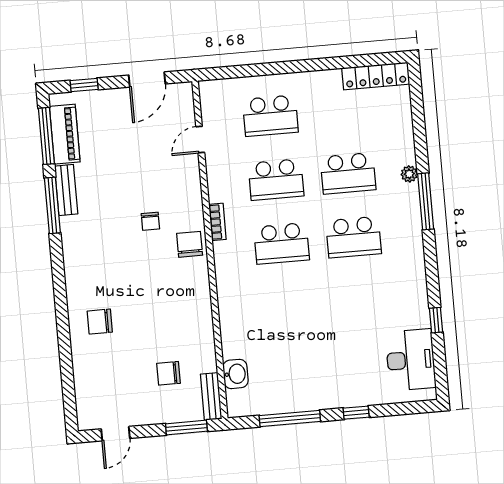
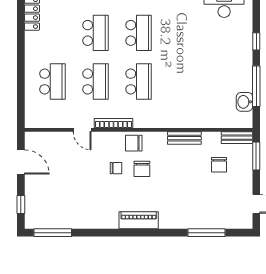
piano: (65, 134) -> (139, 220), moved
door: (200, 140) -> (82, 130), moved
bench: (66, 190) -> (184, 138), moved
window: (52, 205) -> (206, 233), moved
bookcase: (217, 222) -> (114, 123), width x1.56
chair: (100, 322) -> (142, 169), moved
washbasin: (235, 374) -> (244, 102), moved, turned -90

